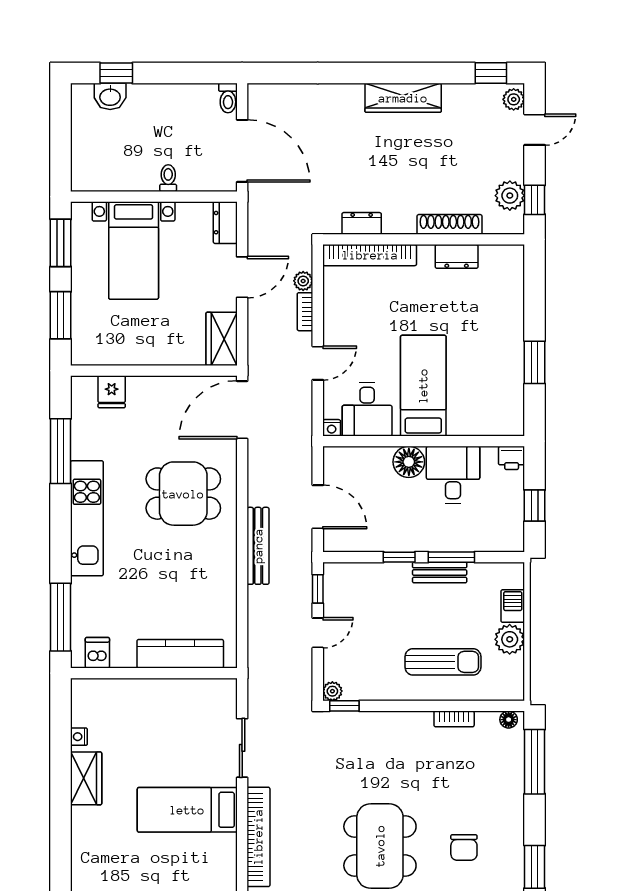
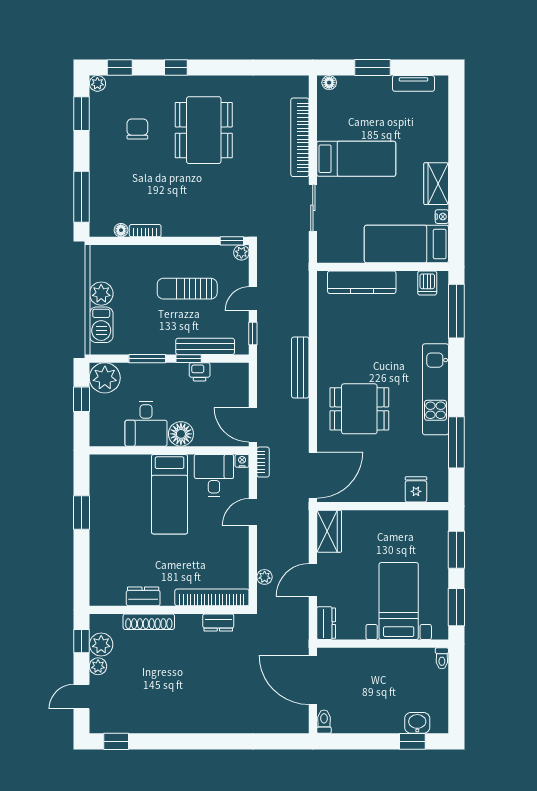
wardrobe: (403, 98) -> (185, 722), removed
plant: (514, 99) -> (98, 666), moved
toilet: (168, 178) -> (442, 658), moved
bookcase: (305, 312) -> (263, 462), moved
printer: (512, 458) -> (200, 372), moved, turned 180
door: (318, 507) -> (253, 425), moved
plant: (505, 533) -> (105, 378), added
bench: (440, 573) -> (205, 346), moved, width x1.36
barbecue: (513, 606) -> (101, 325), width x1.38, depth x1.27
sun lounger: (443, 662) -> (187, 289), moved
bed: (124, 702) -> (406, 244), added
floor lamp: (509, 720) -> (121, 230), moved

